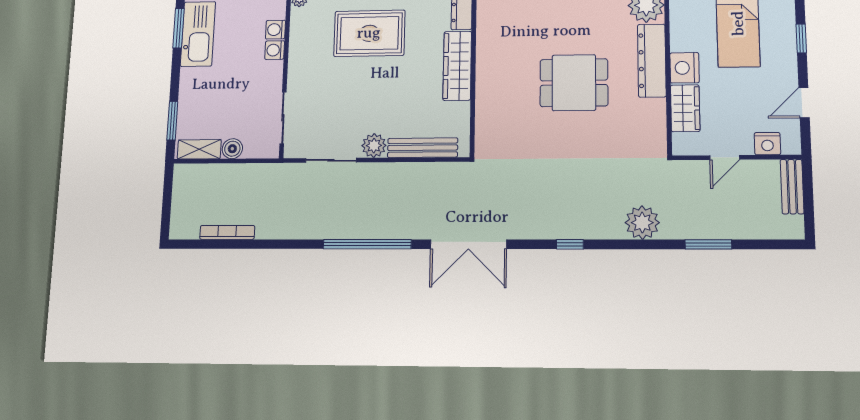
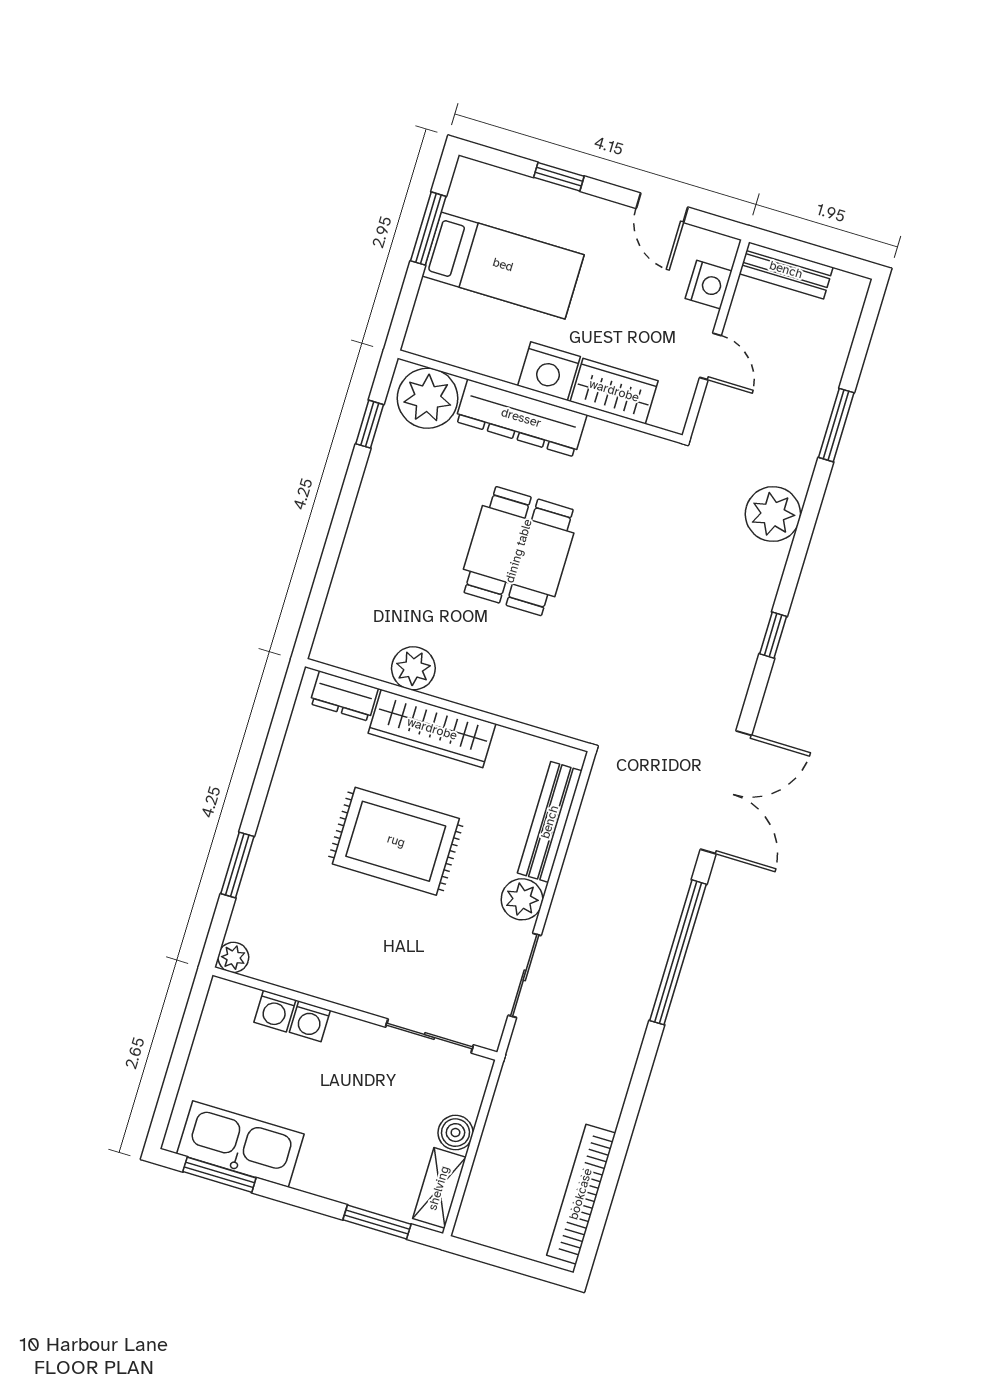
rug: (369, 33) -> (396, 841), moved, turned 90
plant: (489, 45) -> (413, 668), added
bookcase: (227, 232) -> (581, 1194), width x1.48, depth x1.31

